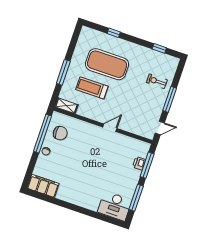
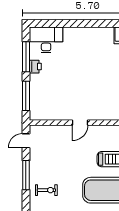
printer: (139, 163) -> (35, 67), moved

